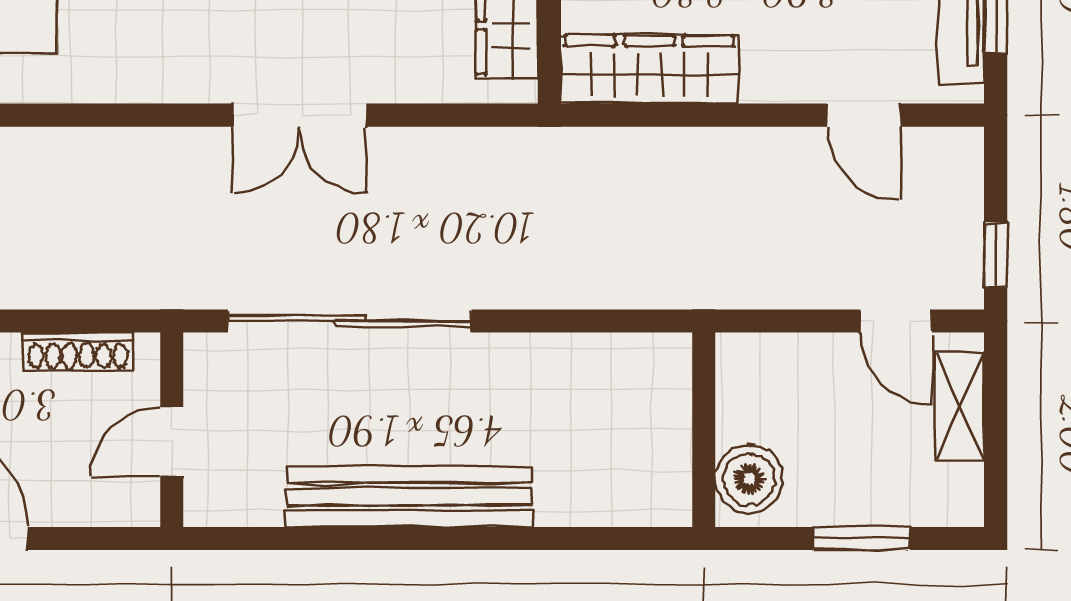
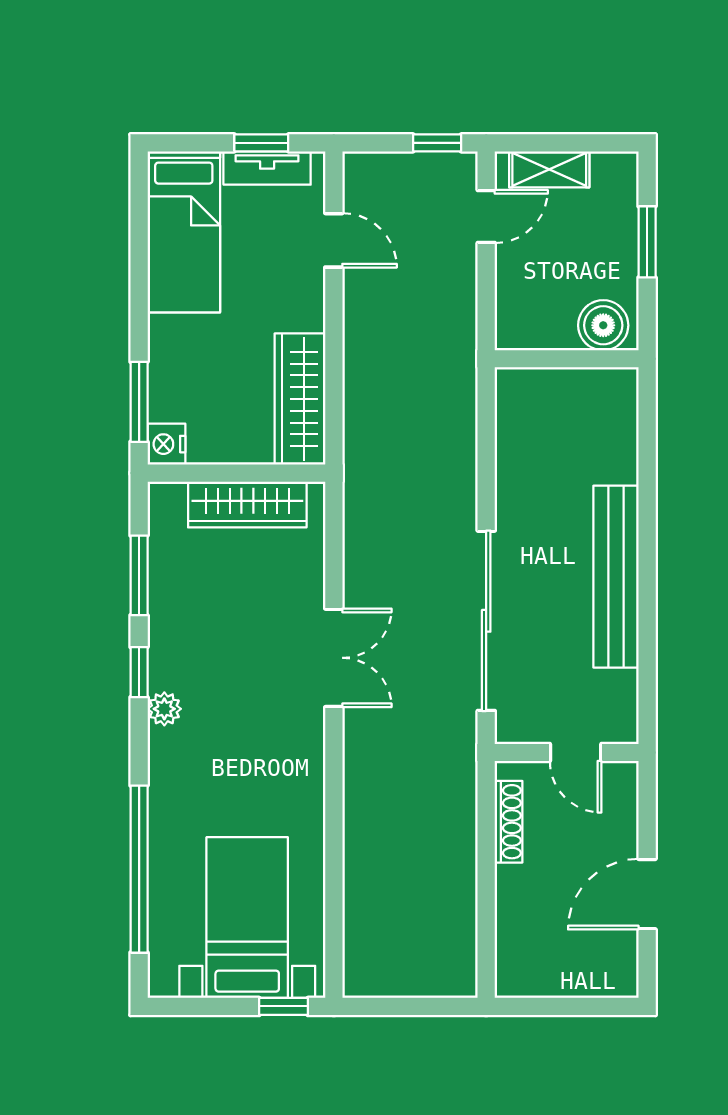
door: (864, 115) -> (334, 240), hinge flipped

